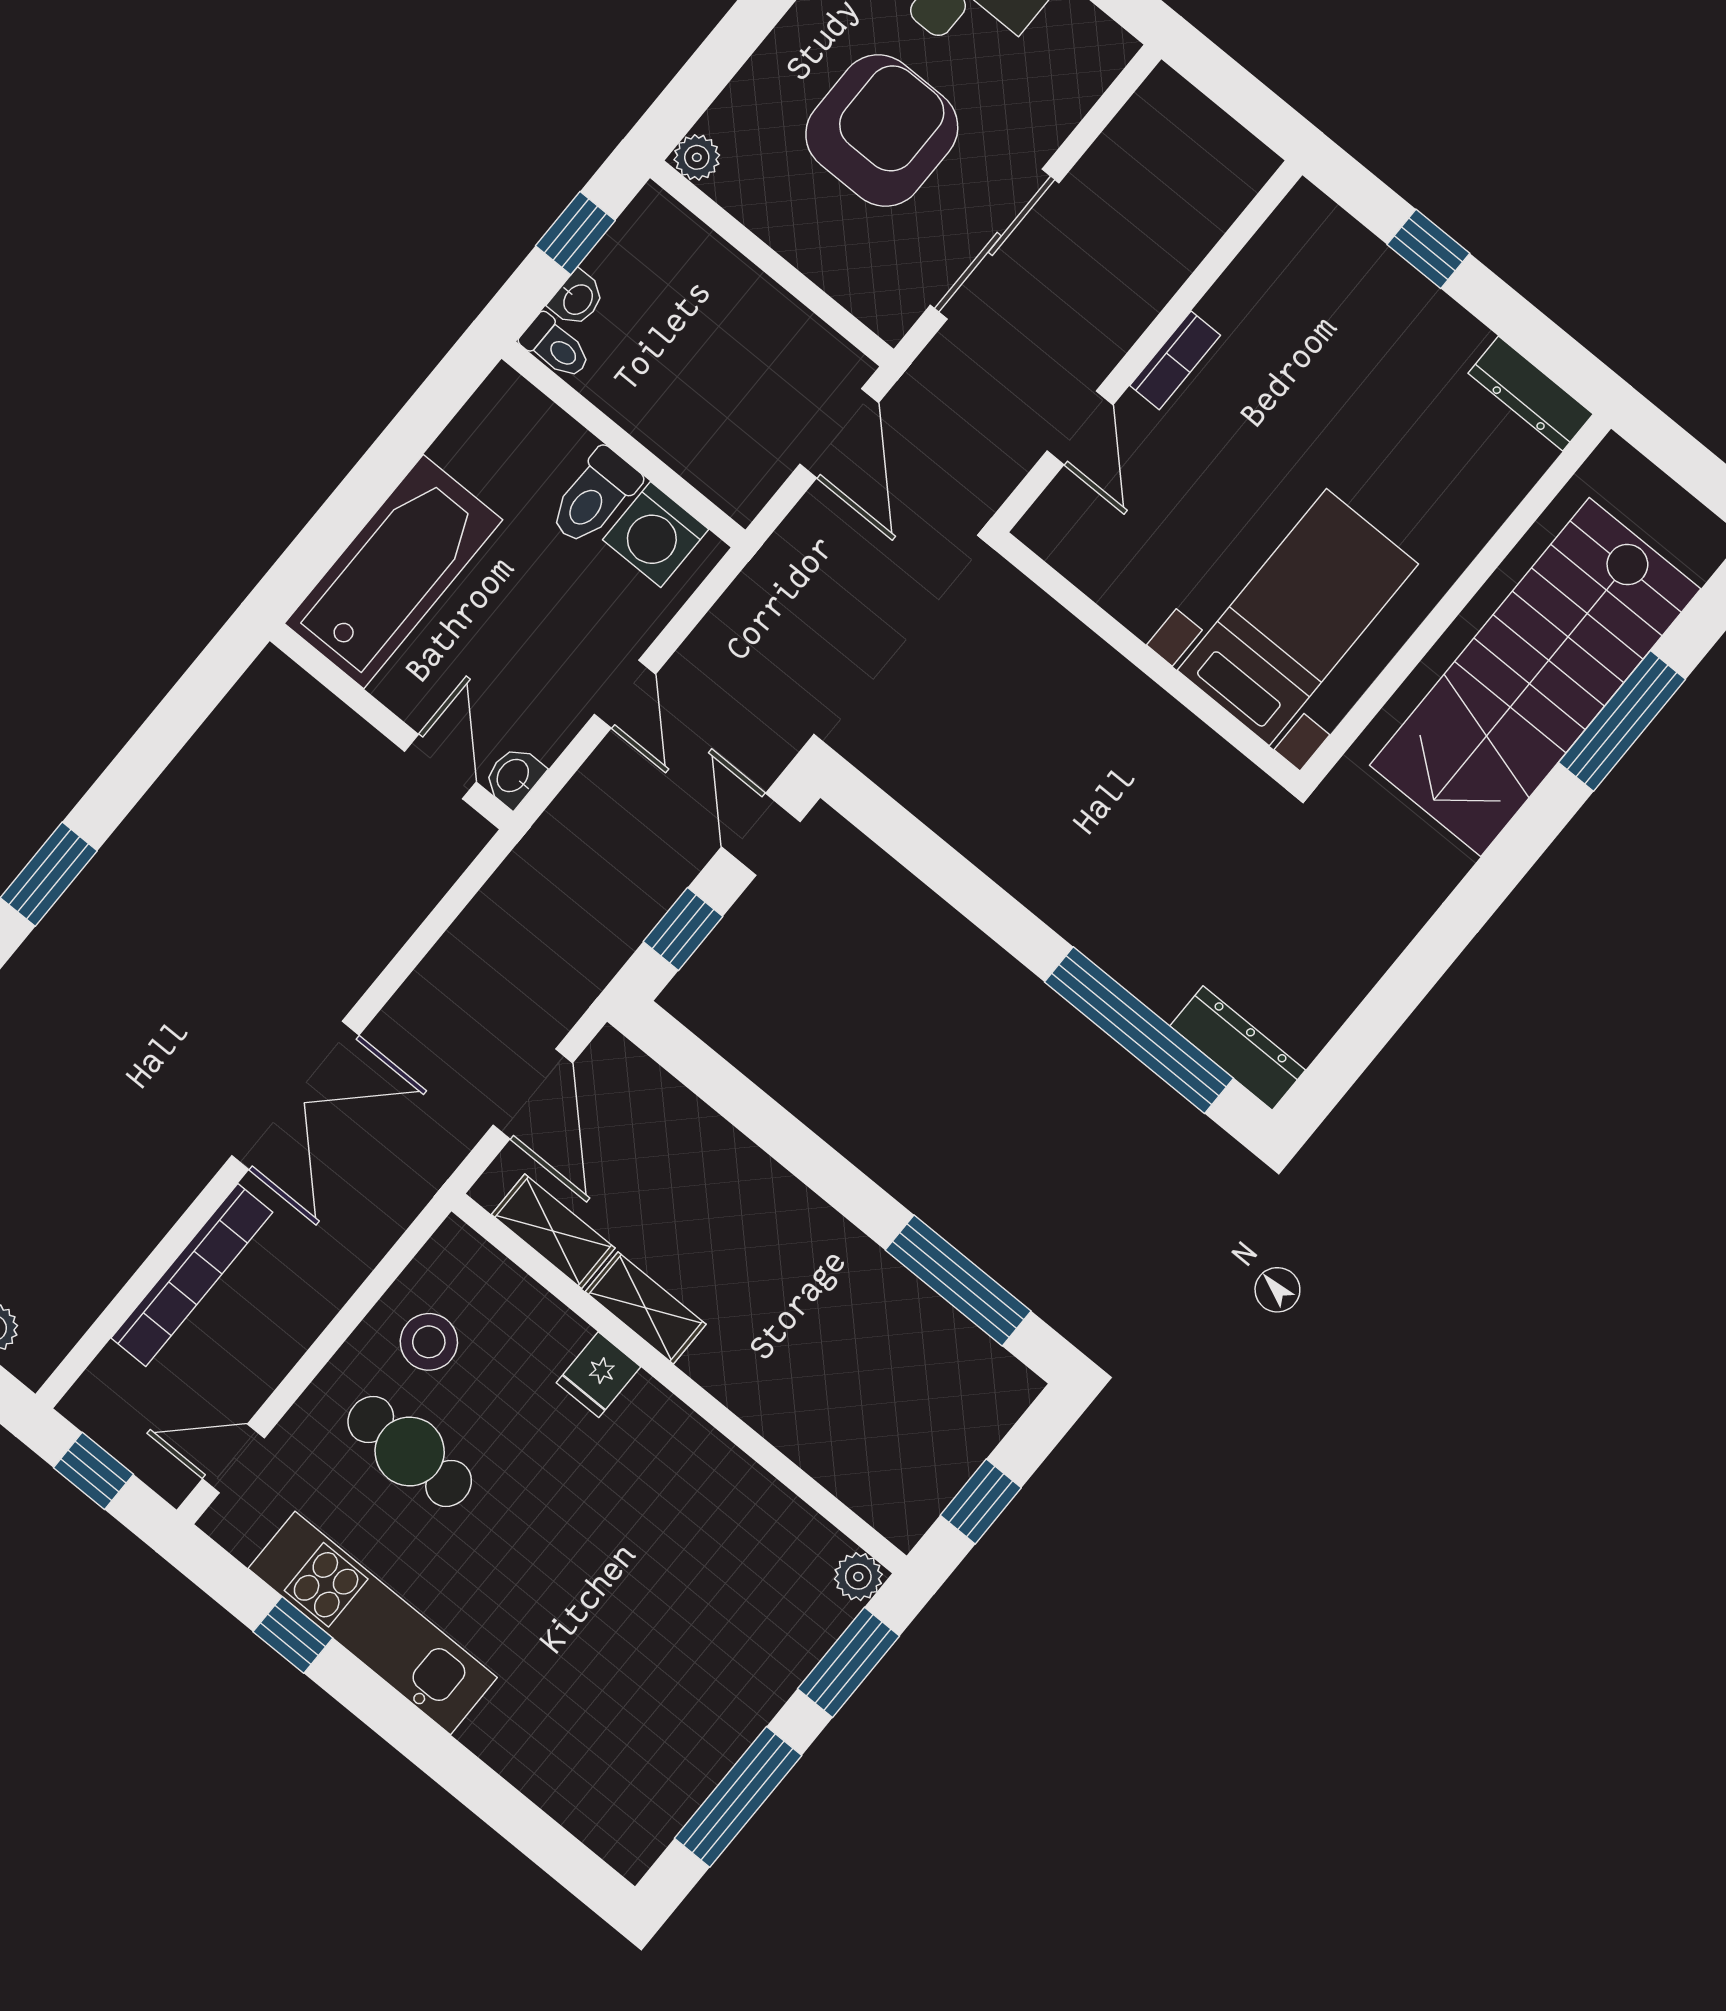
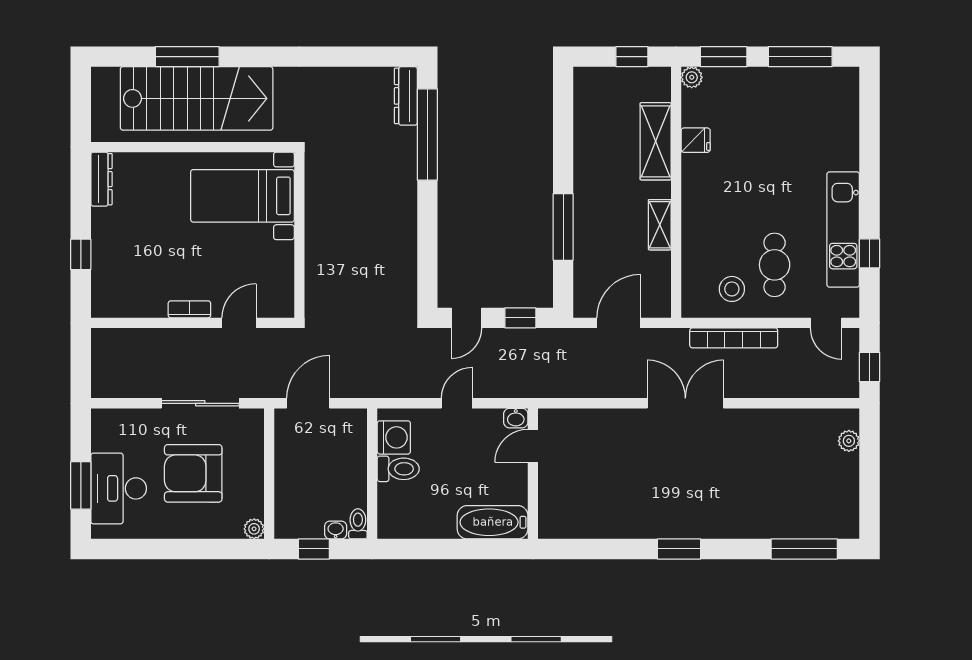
bathtub: (394, 572) -> (493, 522), width x0.73, depth x0.73
shelving: (553, 1231) -> (656, 141), moved, width x1.50, depth x1.33
bookcase: (192, 1275) -> (734, 338), moved, turned 180
window: (958, 1280) -> (563, 227), moved
fridge: (598, 1375) -> (696, 140), moved

